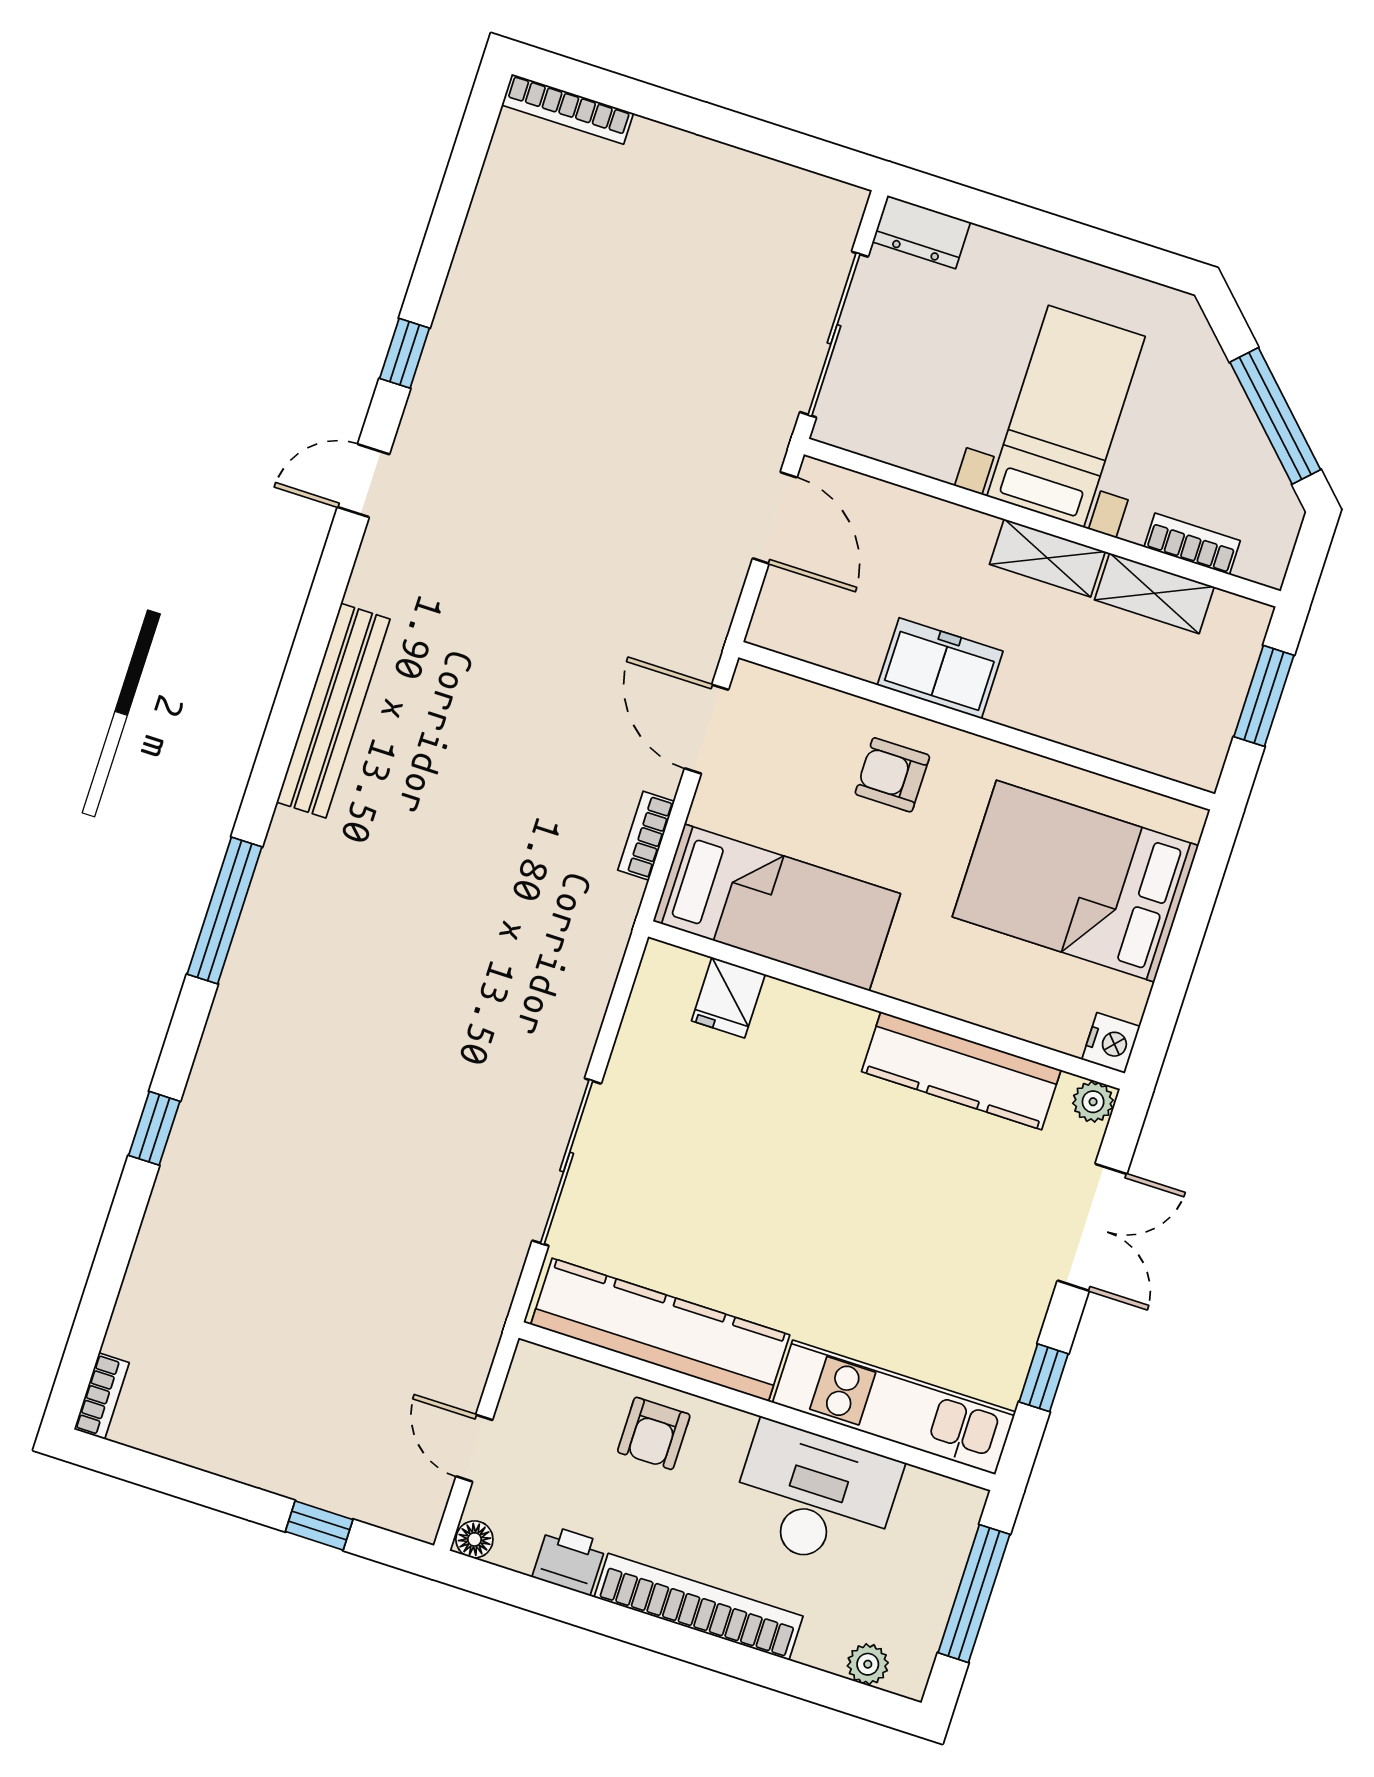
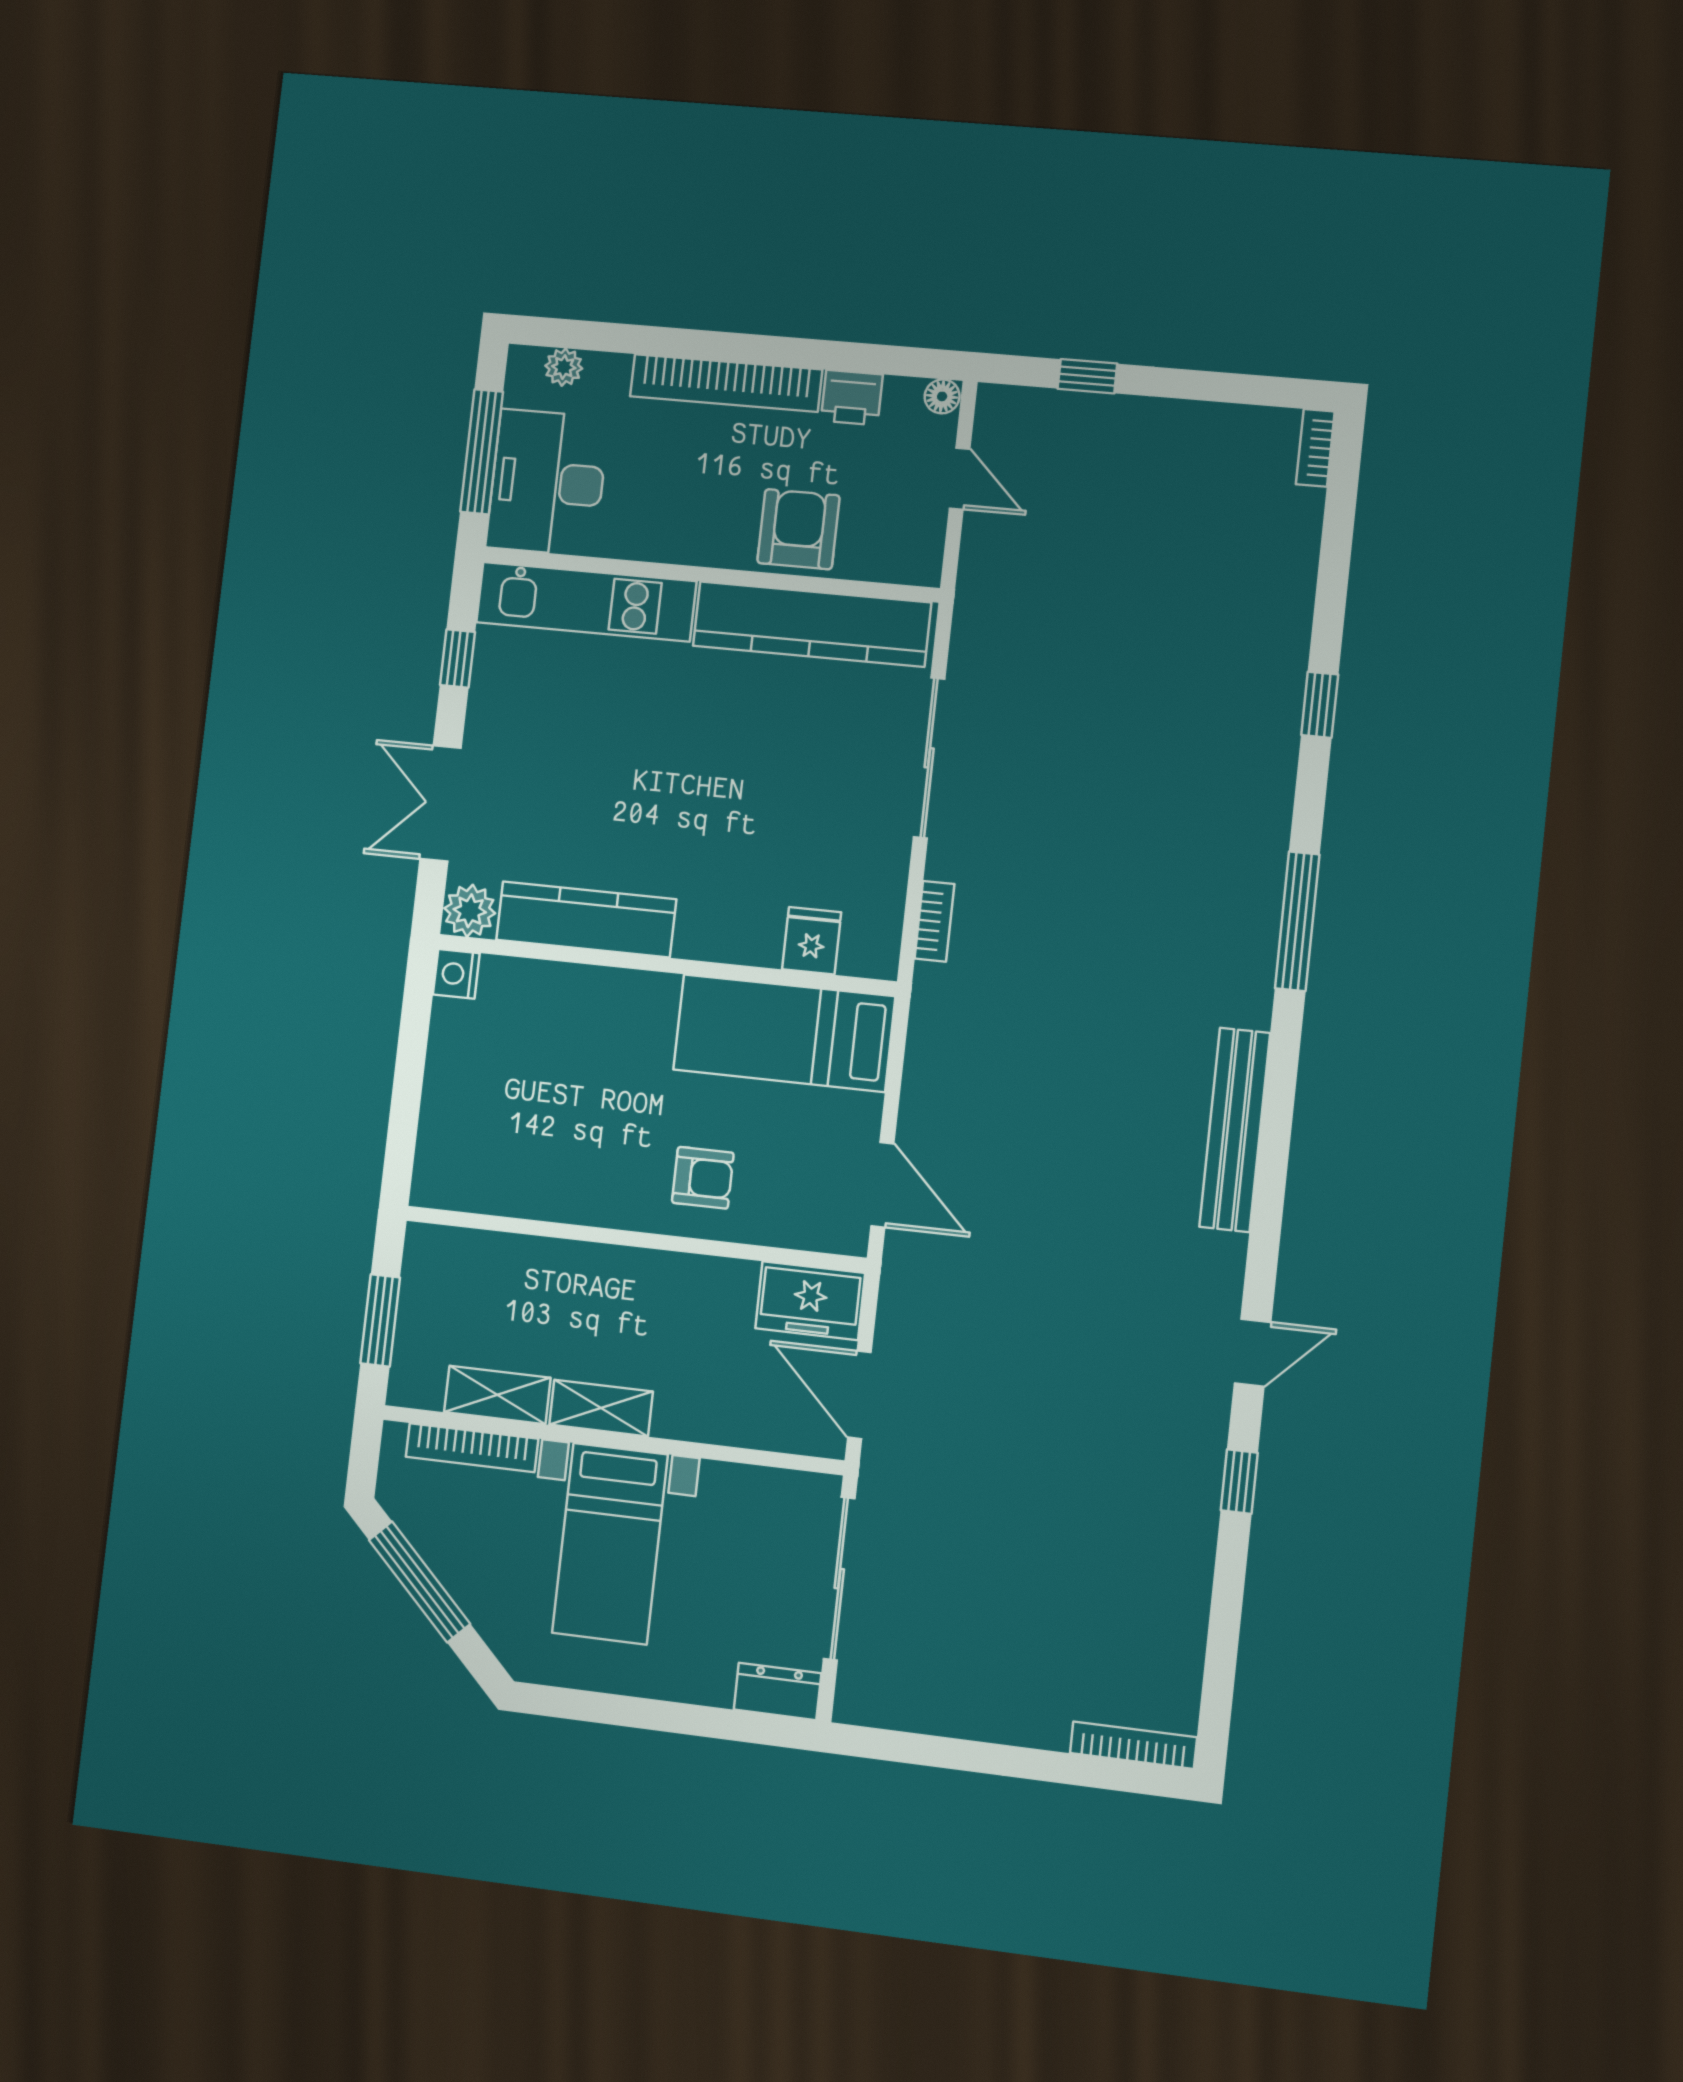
bookcase: (1192, 544) -> (472, 1448), width x1.56
freezer: (940, 668) -> (810, 1301), moved
bookcase: (646, 836) -> (935, 921), moved
bed: (1075, 881) -> (517, 1115), removed
plant: (1093, 1102) -> (470, 911), width x1.38, depth x1.38
armchair: (654, 1433) -> (798, 529), width x1.38, depth x1.38
desk: (815, 1496) -> (547, 482), moved, turned 90

